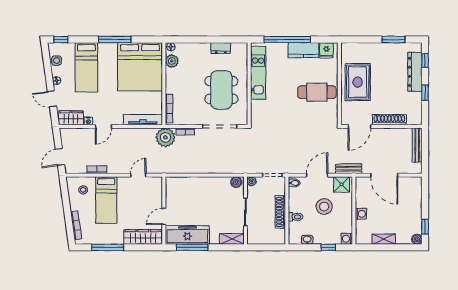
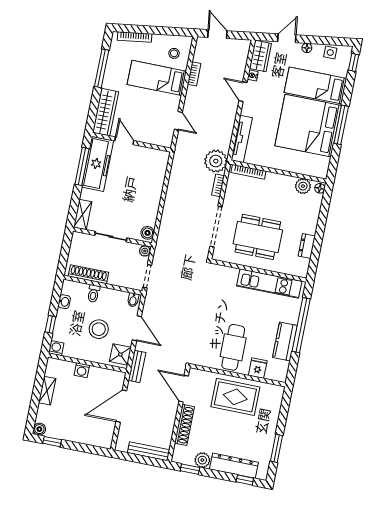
fridge: (326, 50) -> (258, 368), moved, turned 90
bed: (140, 67) -> (308, 126), moved
window: (425, 93) -> (190, 469), moved
plant: (415, 99) -> (202, 460), added
shoe rack: (280, 212) -> (88, 274), moved

